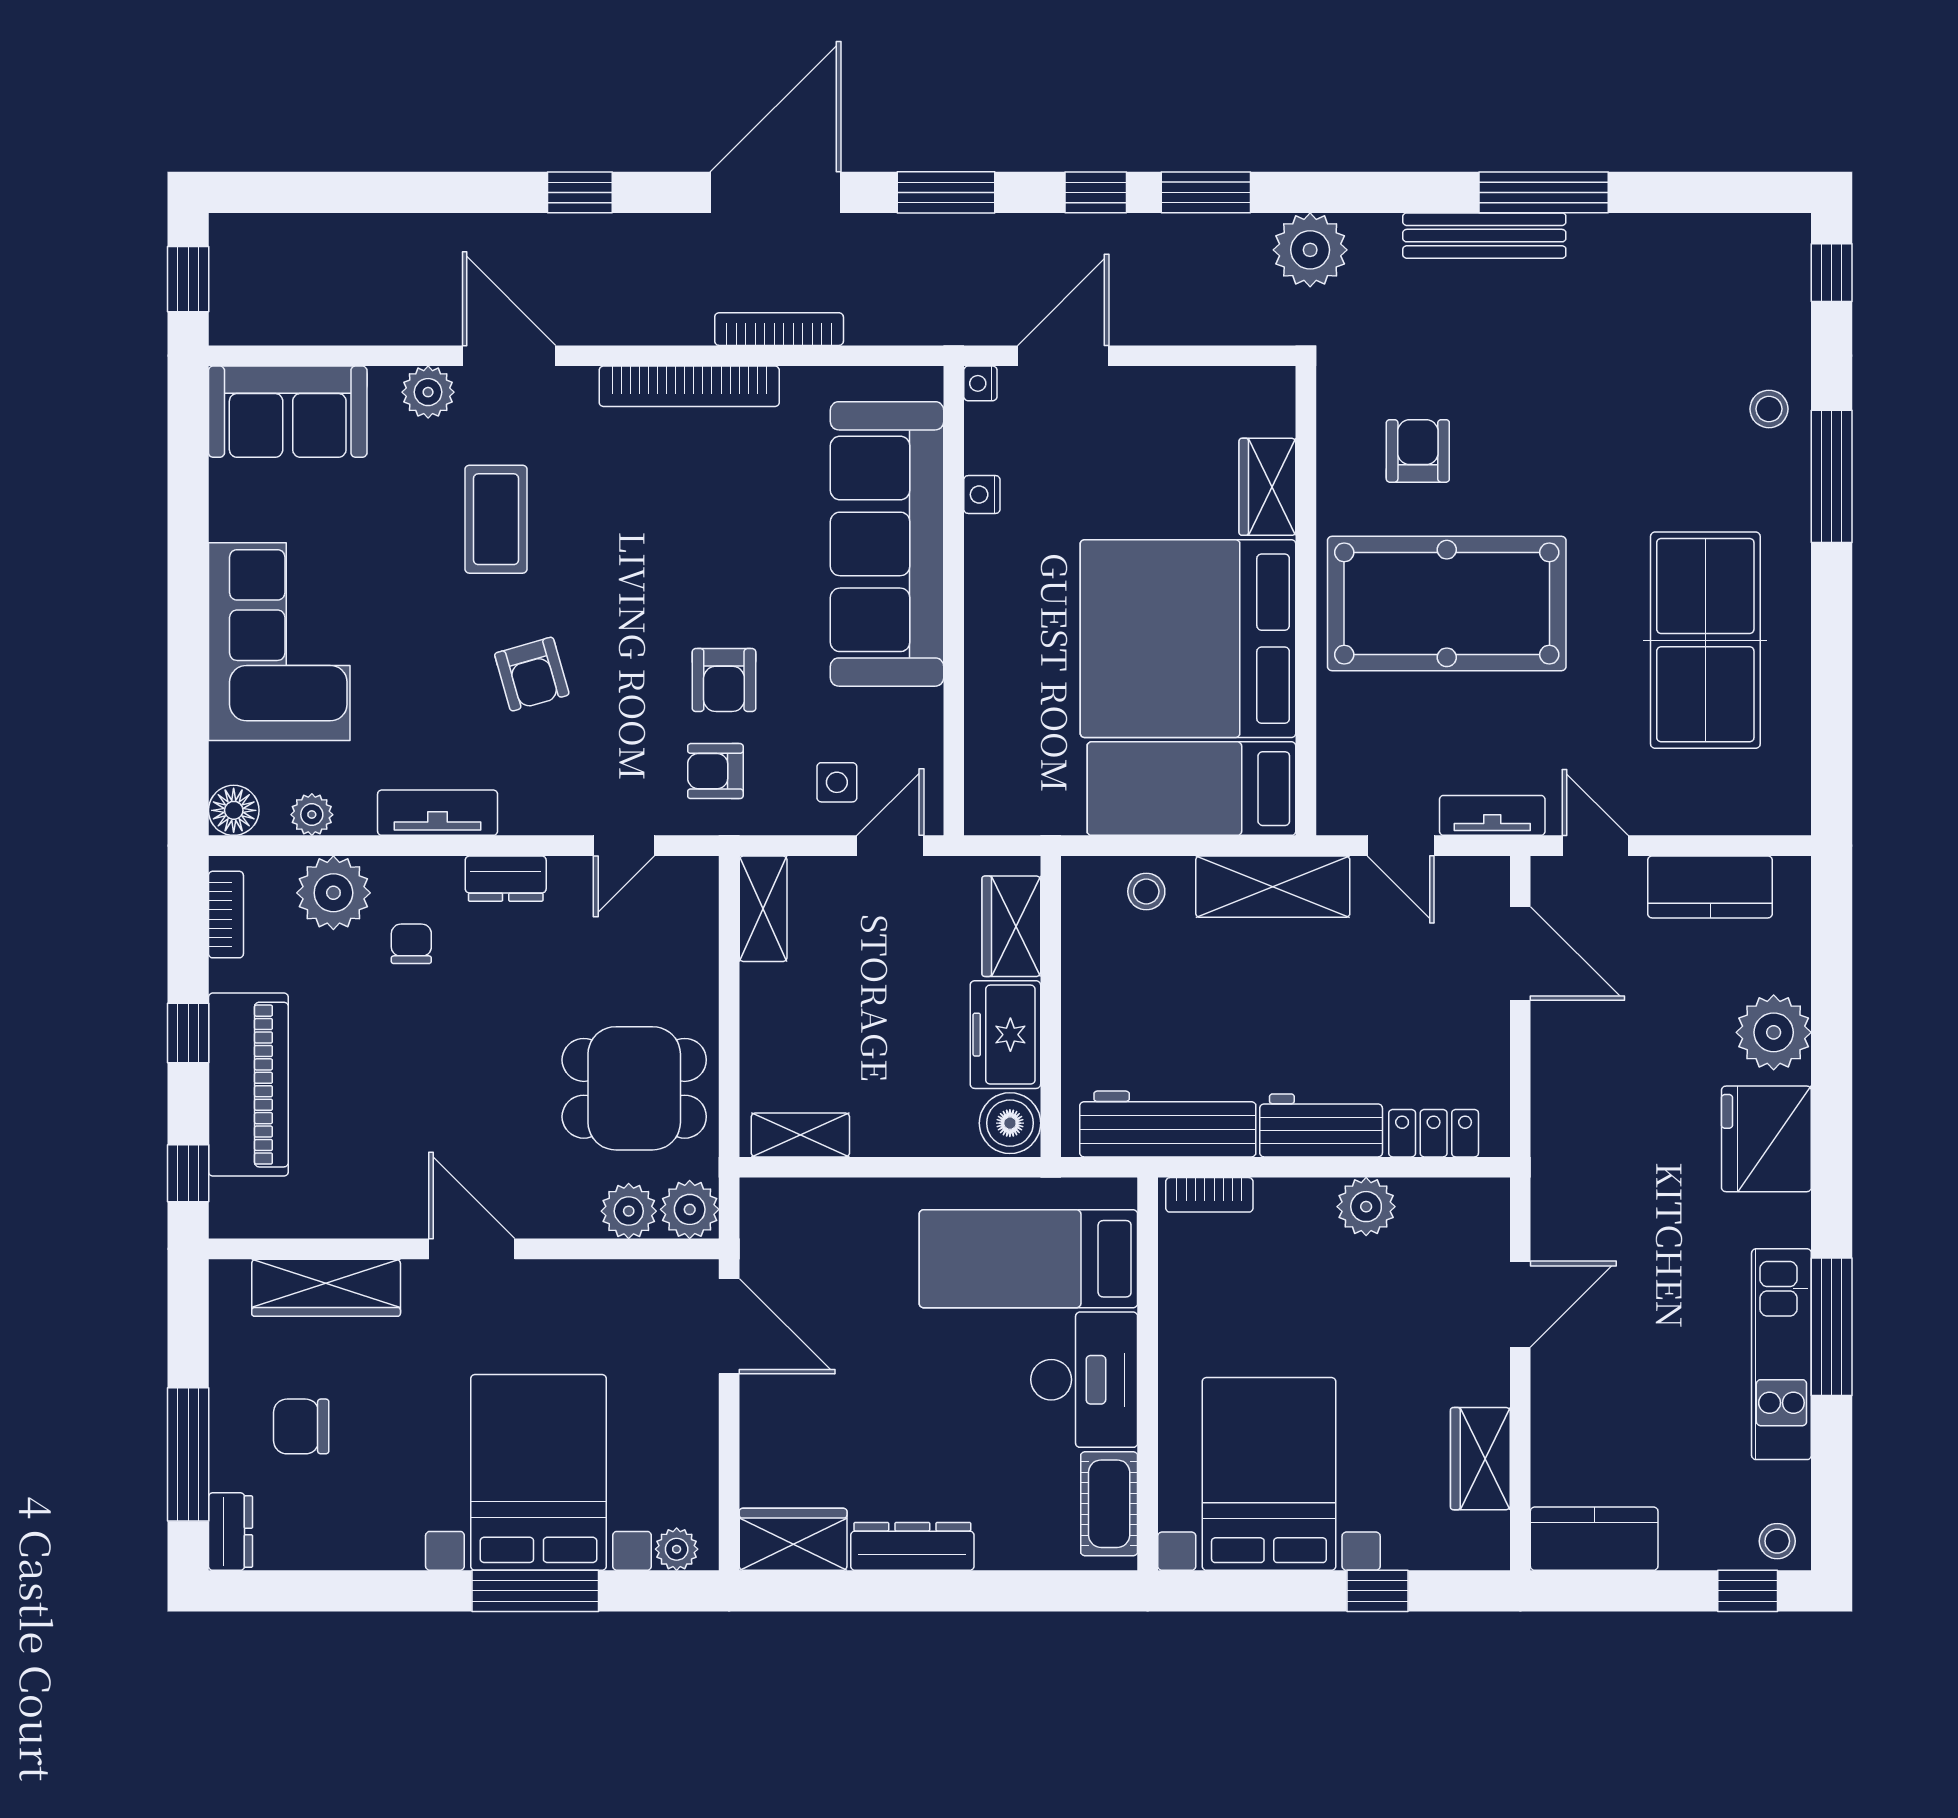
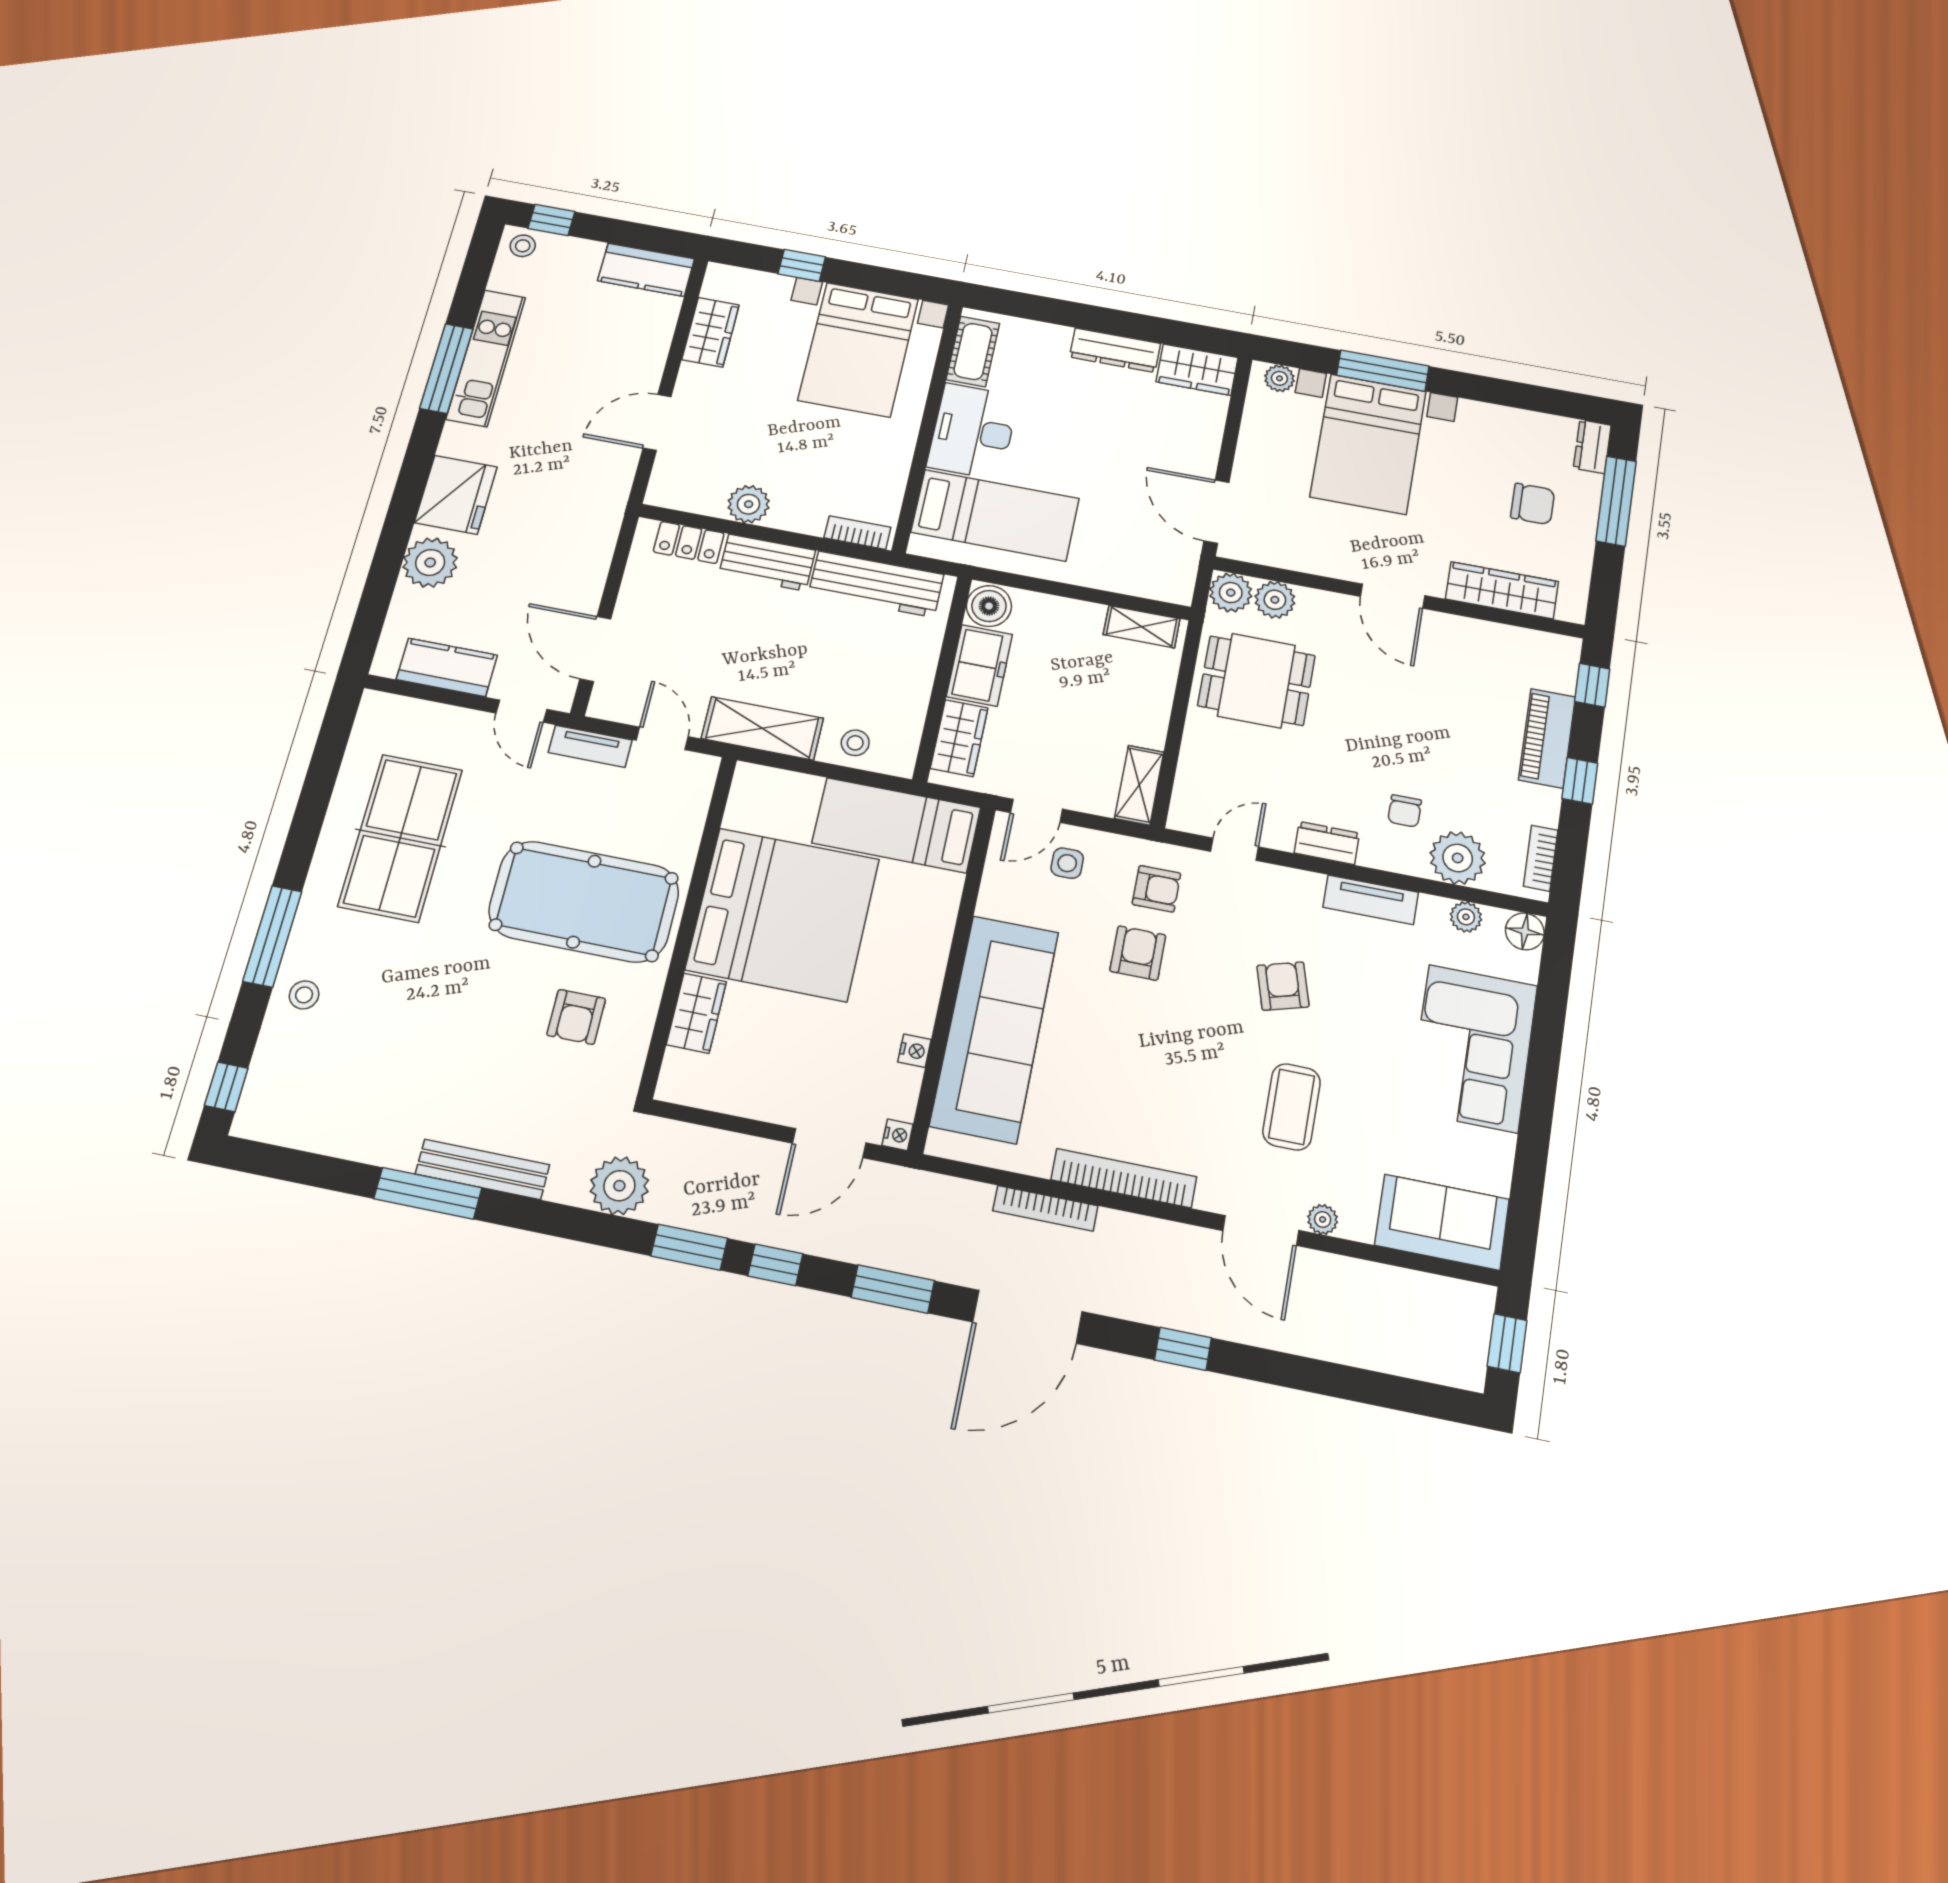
plant: (428, 392) -> (1323, 1219), width x0.73, depth x0.73
bed: (1191, 789) -> (896, 825), moved, turned 180
piano: (248, 1085) -> (1547, 738), width x0.73, depth x0.75

